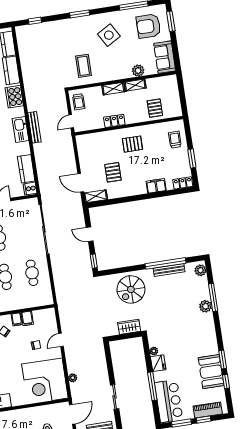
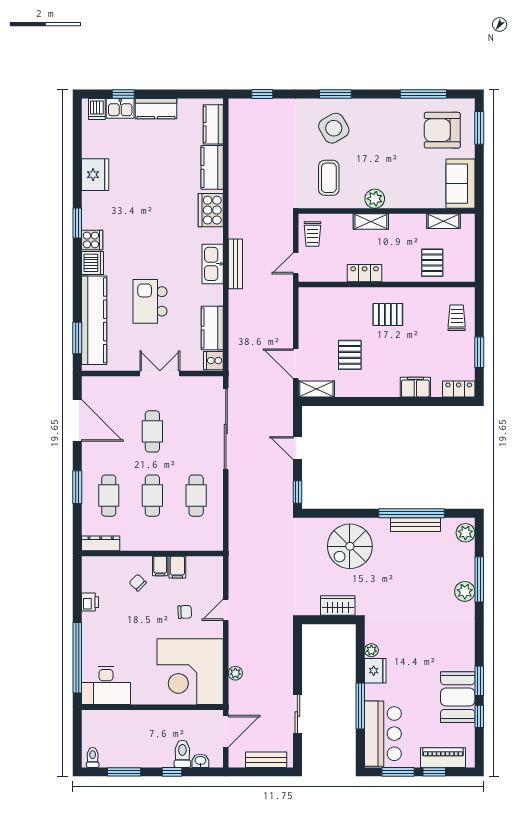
side table: (109, 35) -> (334, 128), moved
plant: (138, 71) -> (375, 199), moved
shelving: (135, 85) -> (444, 221), moved

